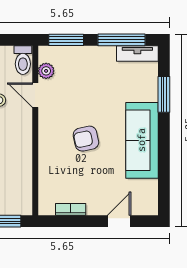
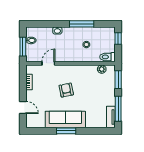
window: (164, 94) -> (66, 131), moved
door: (35, 95) -> (48, 63), moved

